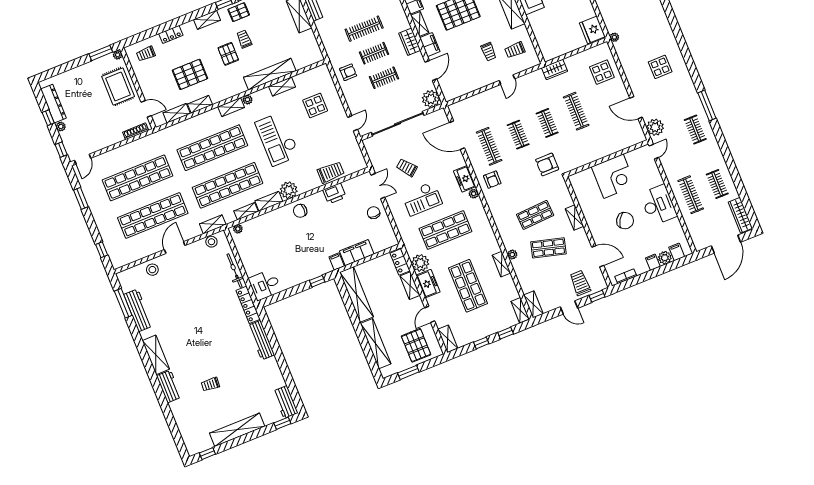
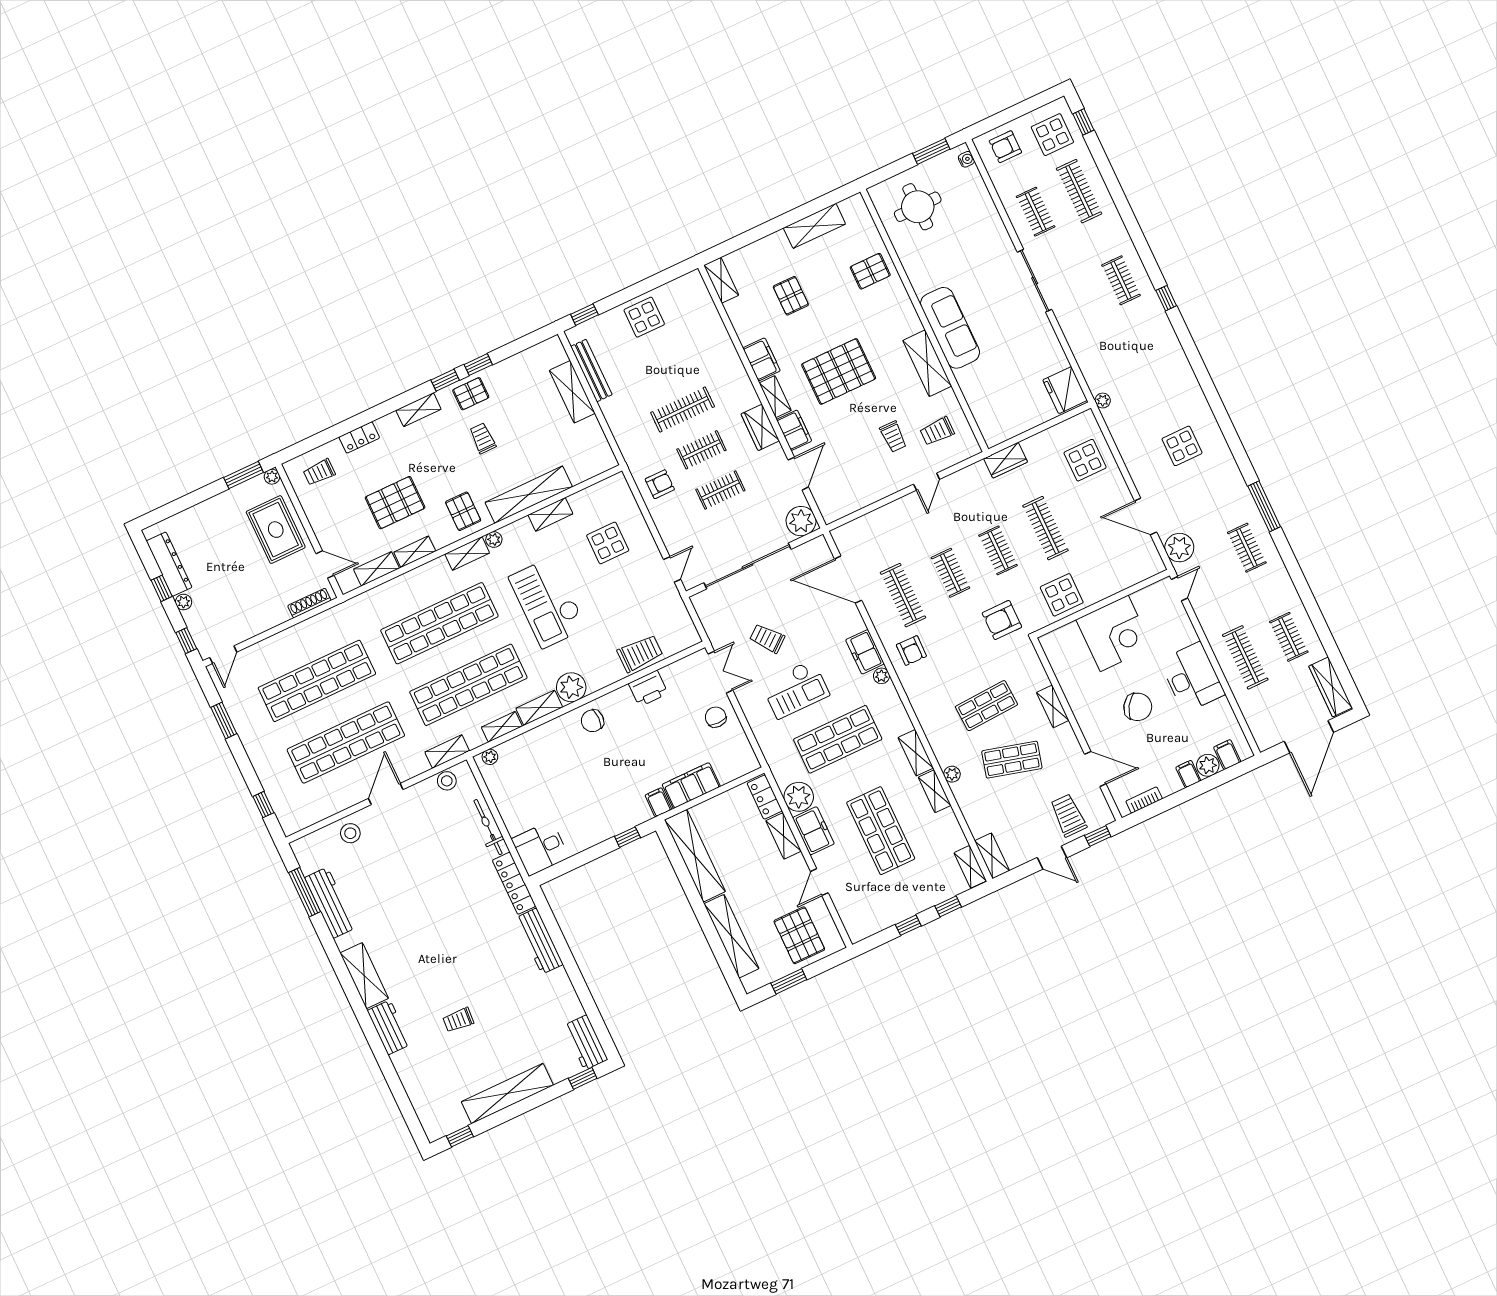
pallet: (228, 54) -> (463, 511), moved
display table: (584, 151) -> (1062, 595), added
shelving: (448, 339) -> (916, 753), moved

